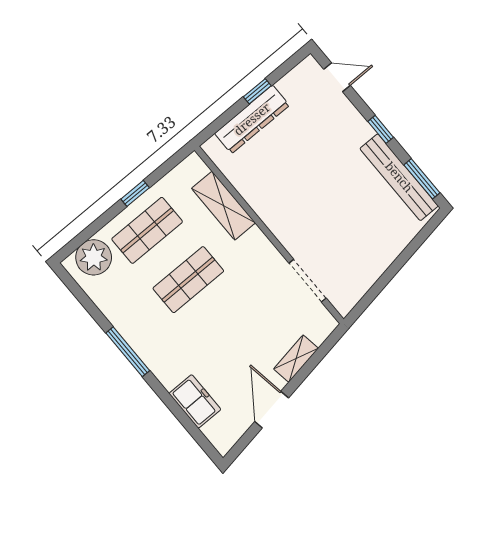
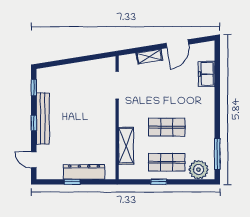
bench: (399, 177) -> (43, 119), moved
window: (422, 179) -> (34, 88), width x0.67
window: (128, 352) -> (217, 154), moved

